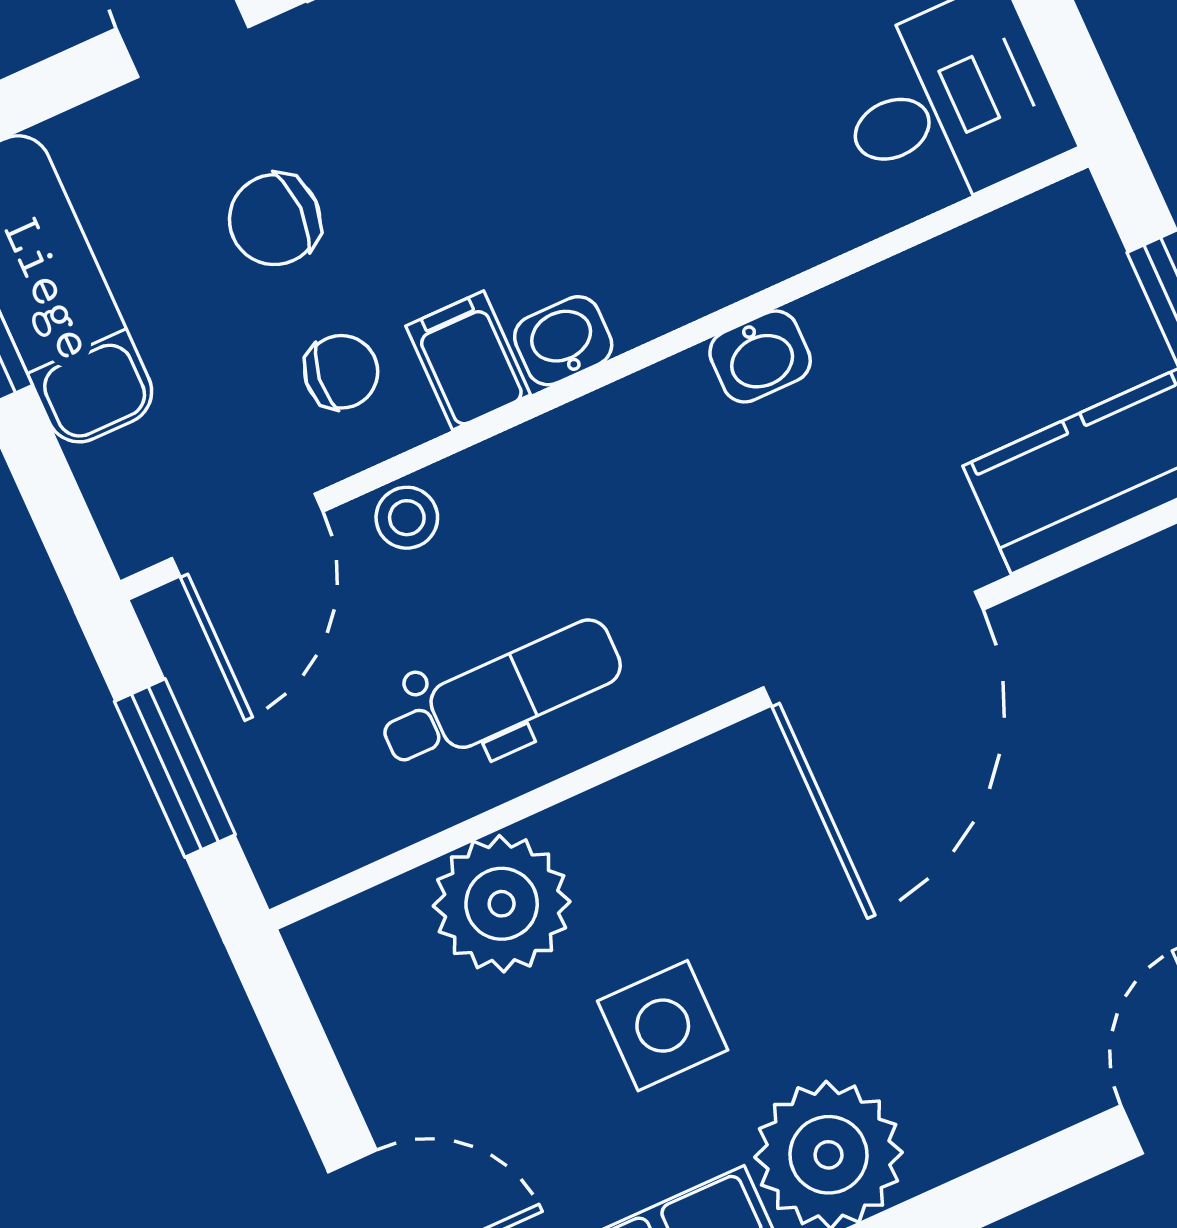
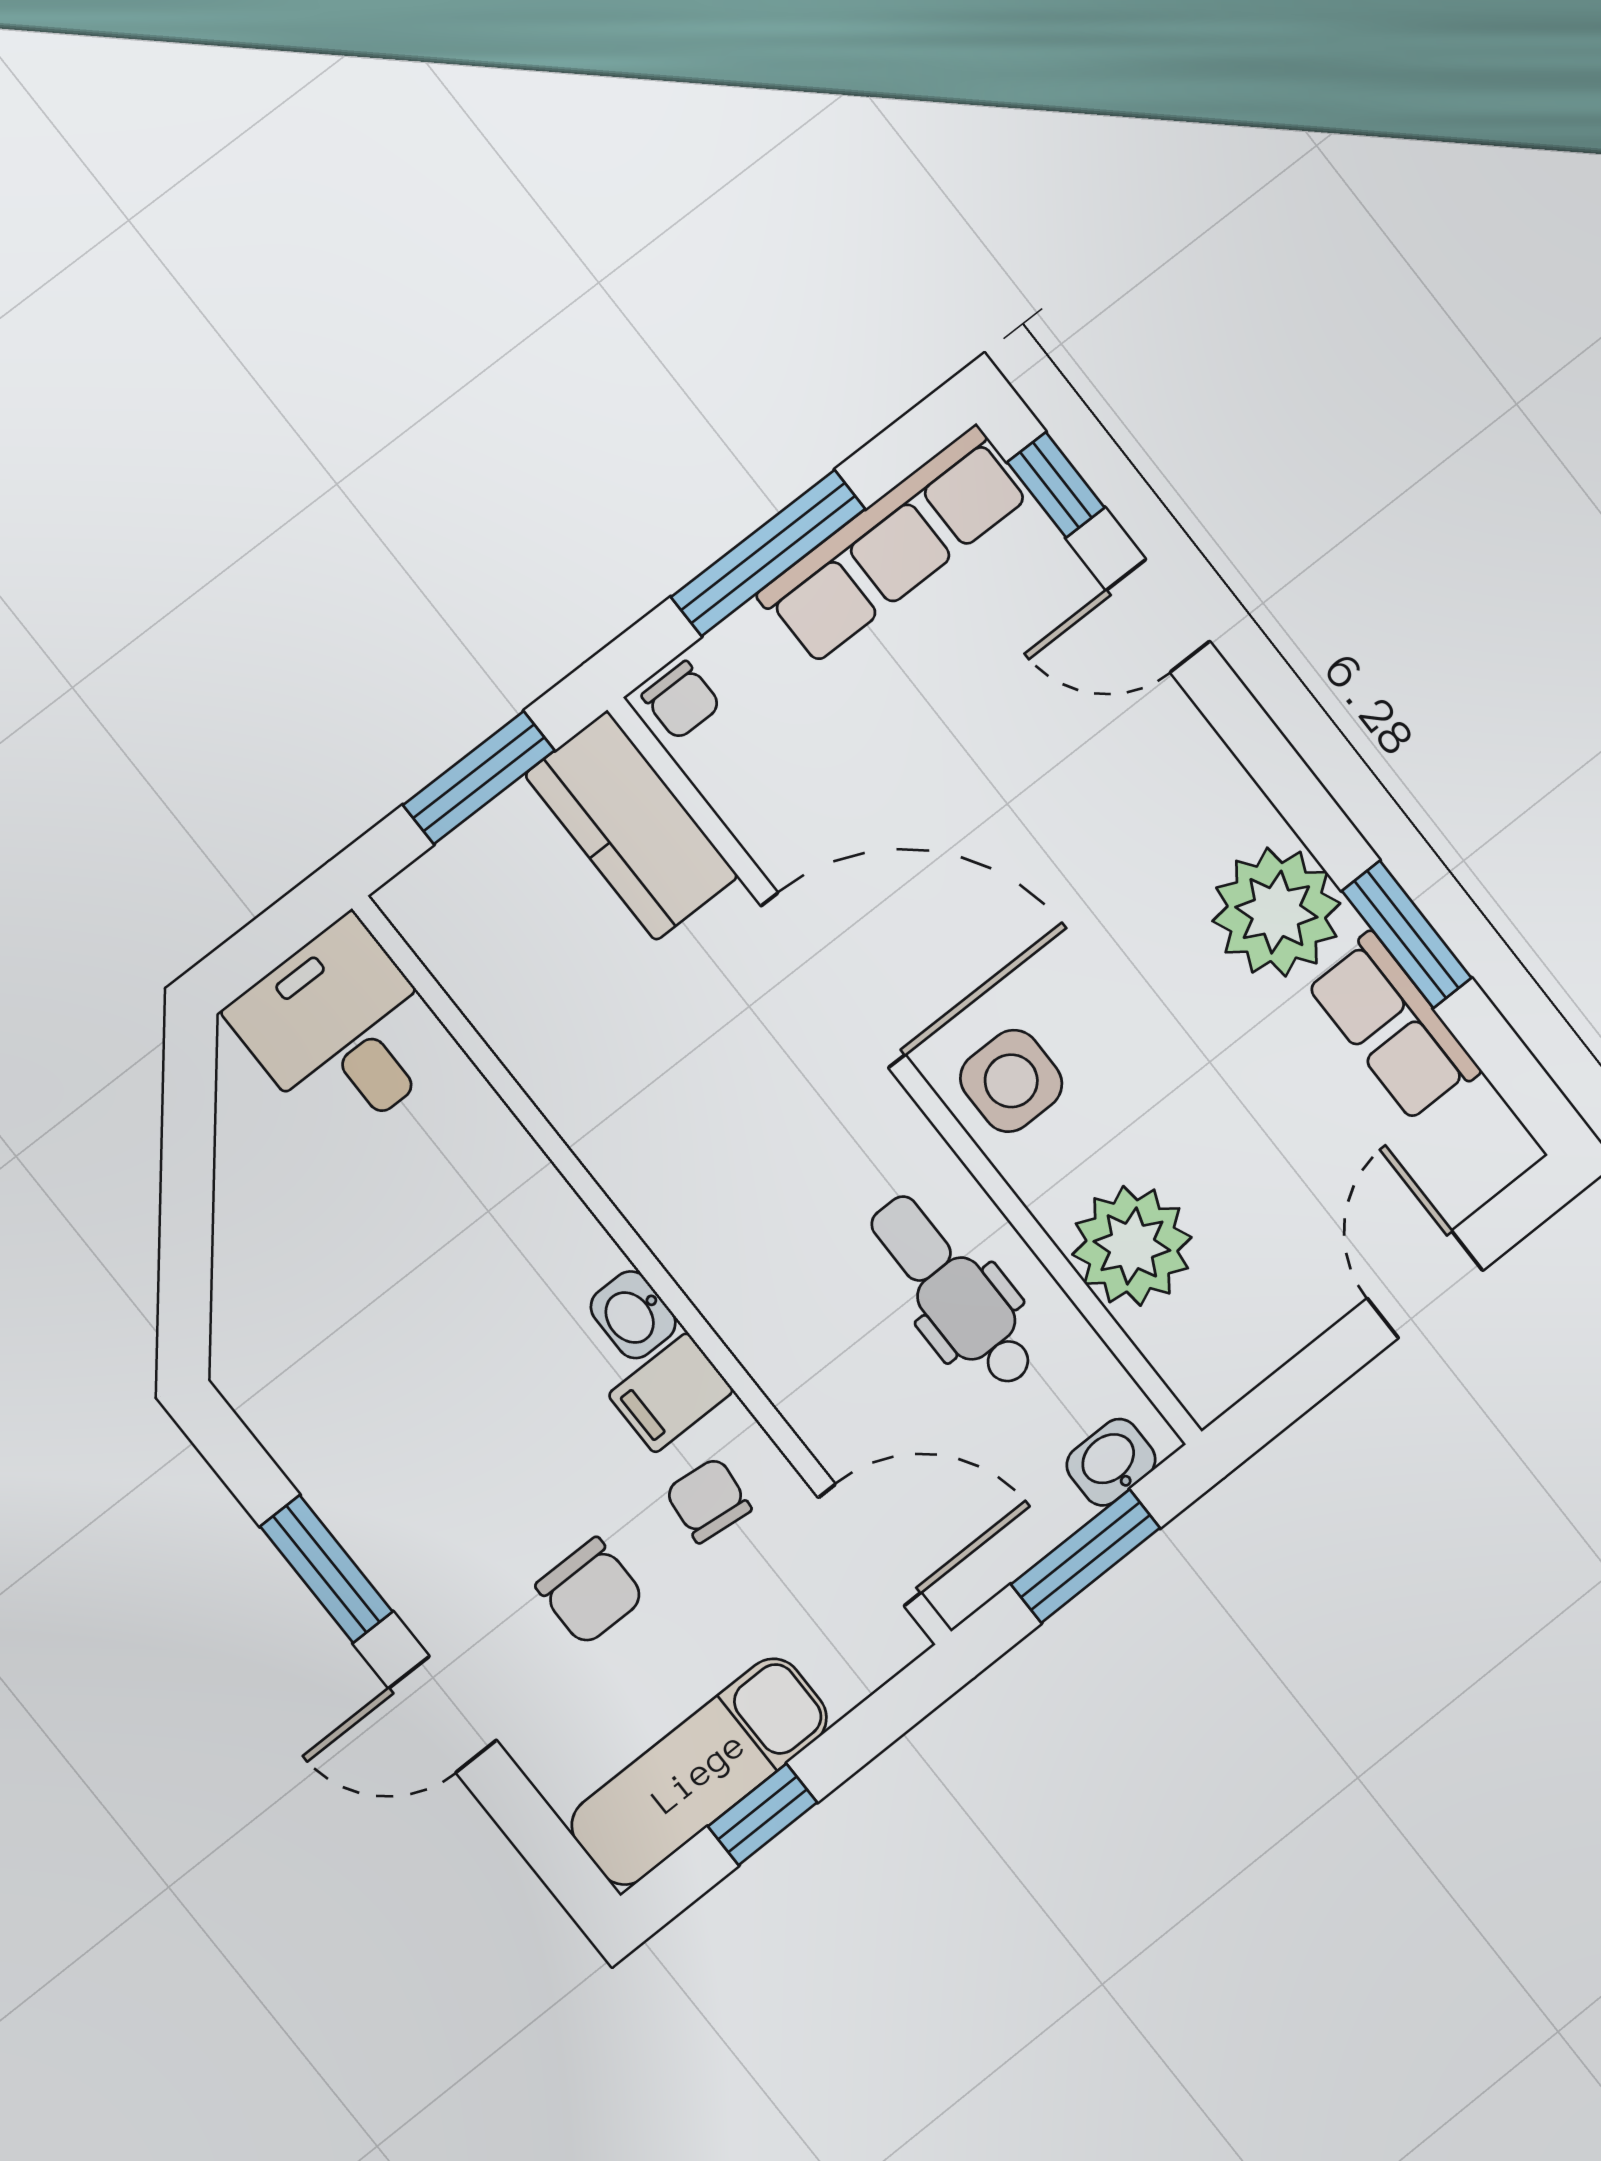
washbasin: (760, 356) -> (1111, 1462), moved, turned -90
stool: (407, 518) -> (820, 1411), removed
side table: (663, 1026) -> (1011, 1081), moved

